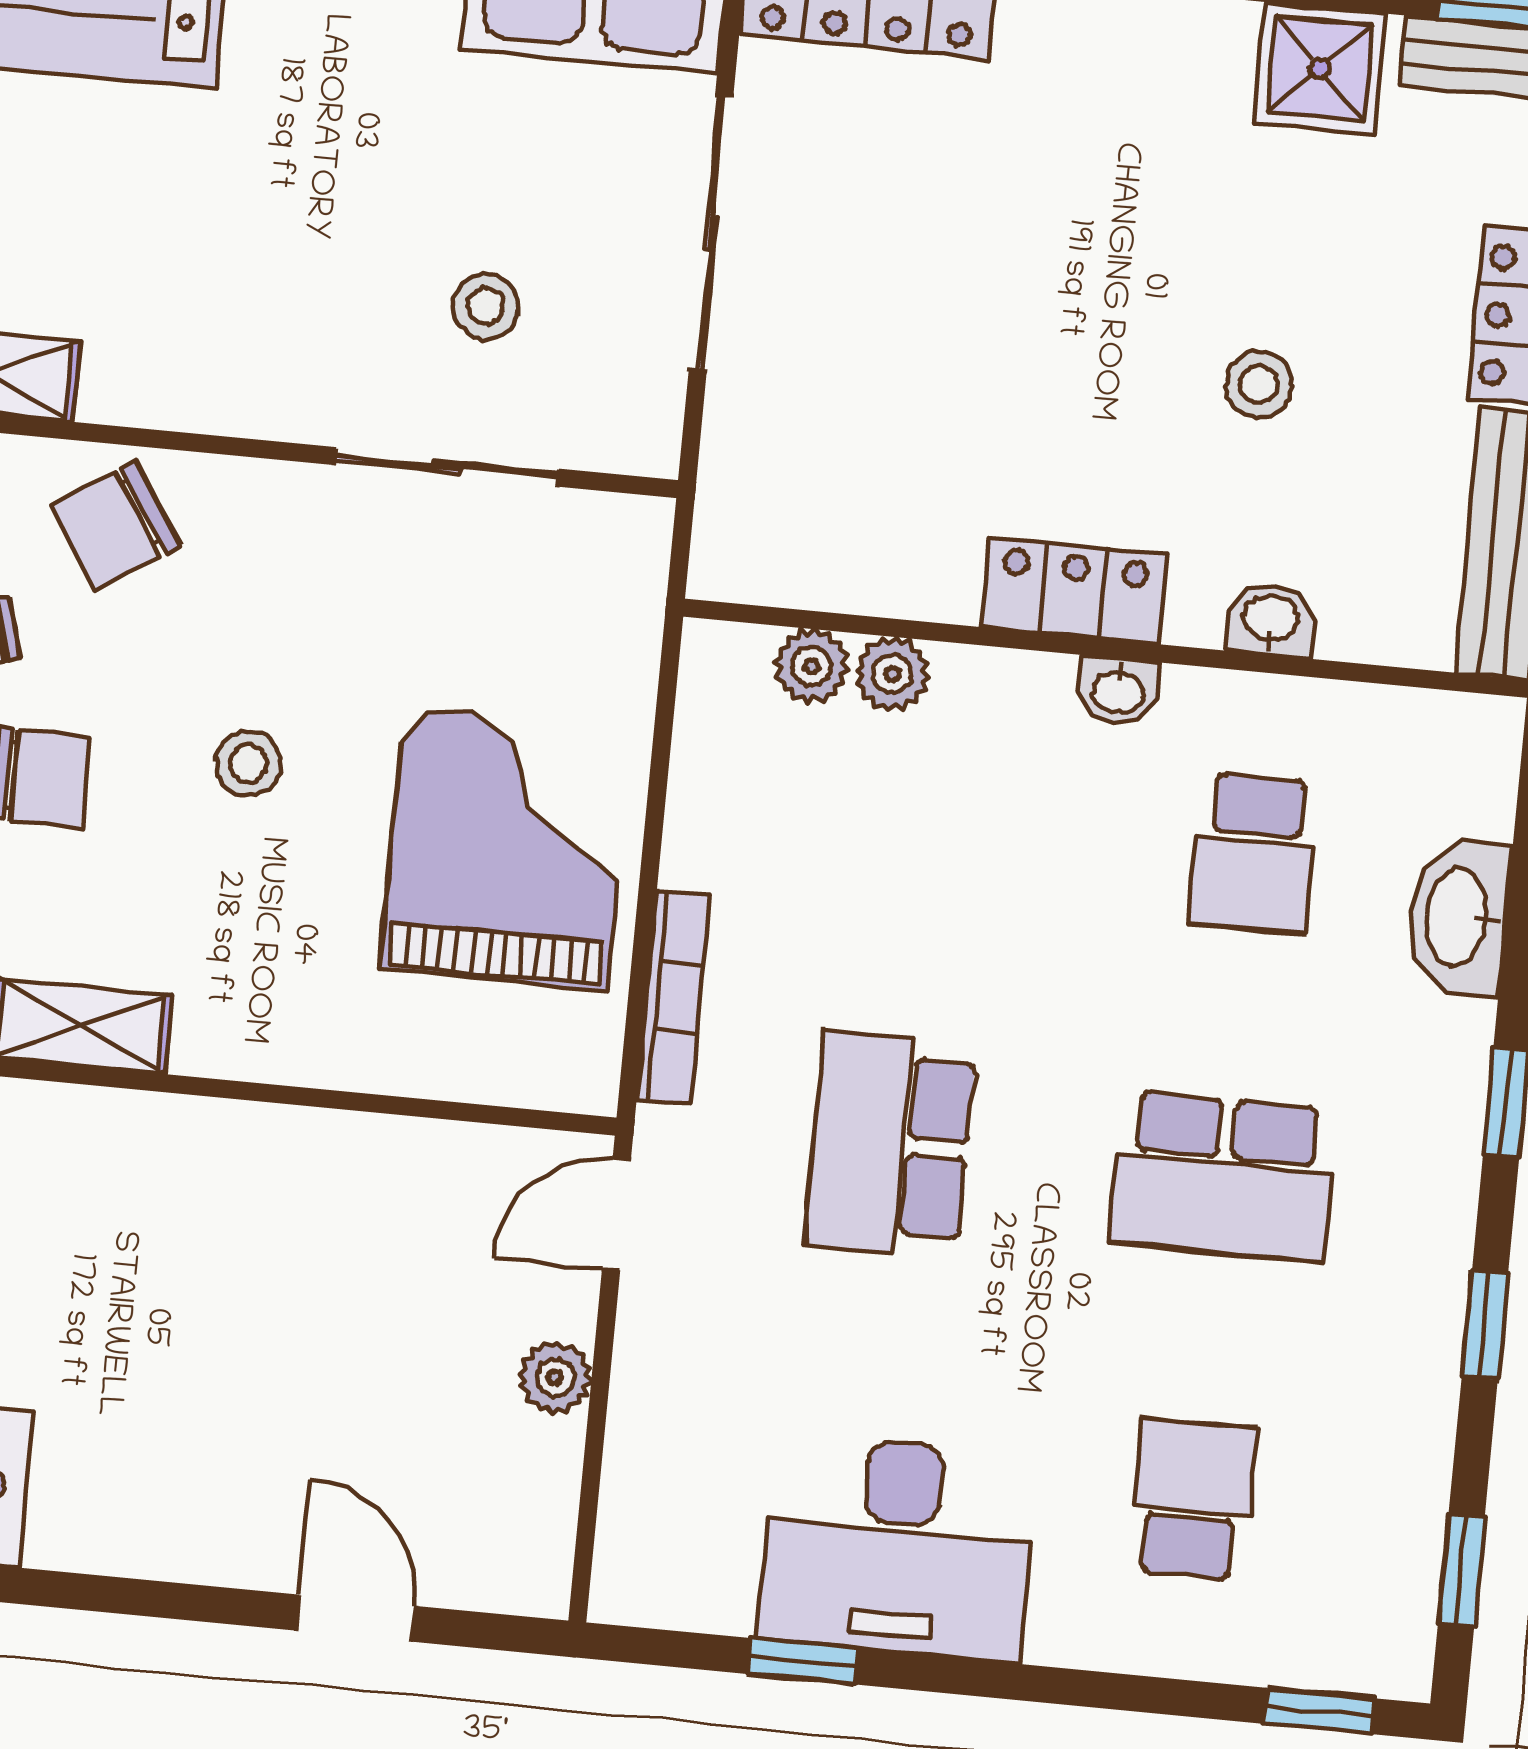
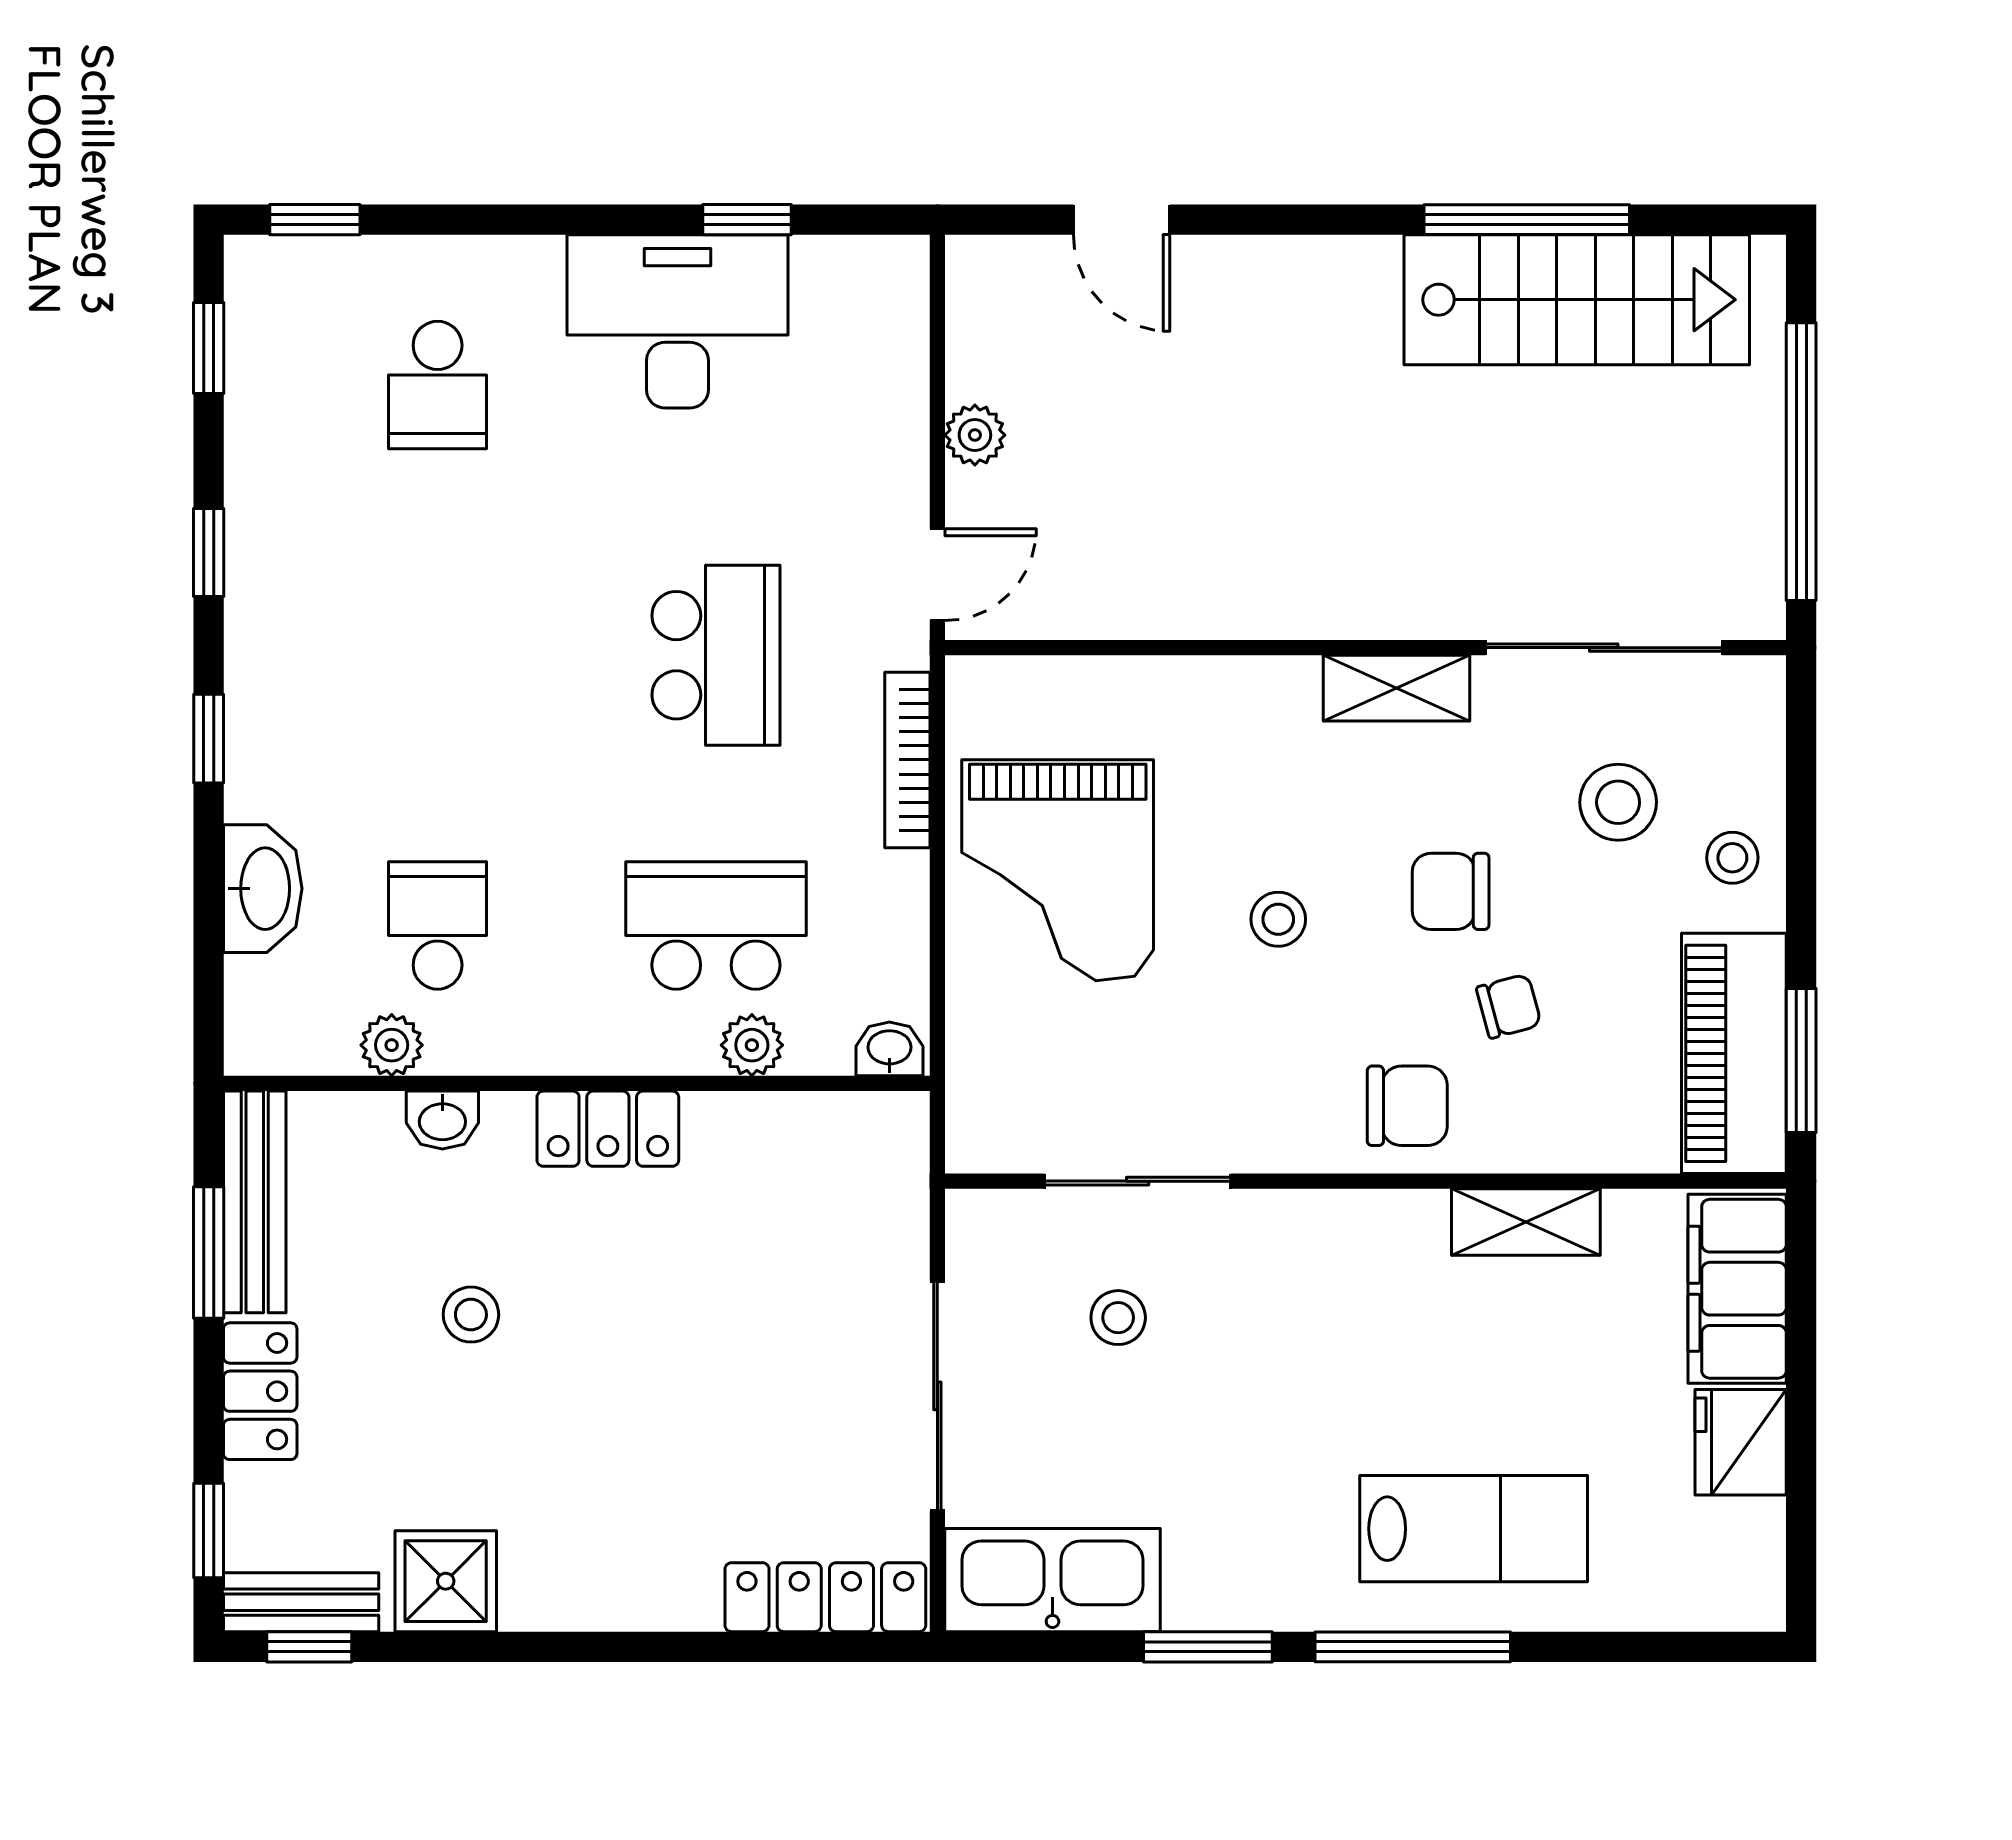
chair: (116, 526) -> (1407, 1106), turned 33
plant: (812, 666) -> (392, 1045), moved
washbasin: (1118, 691) -> (889, 1049), moved
school desk: (1223, 1176) -> (716, 925), moved

